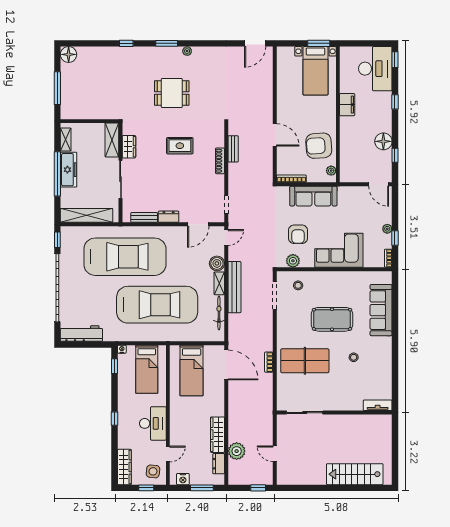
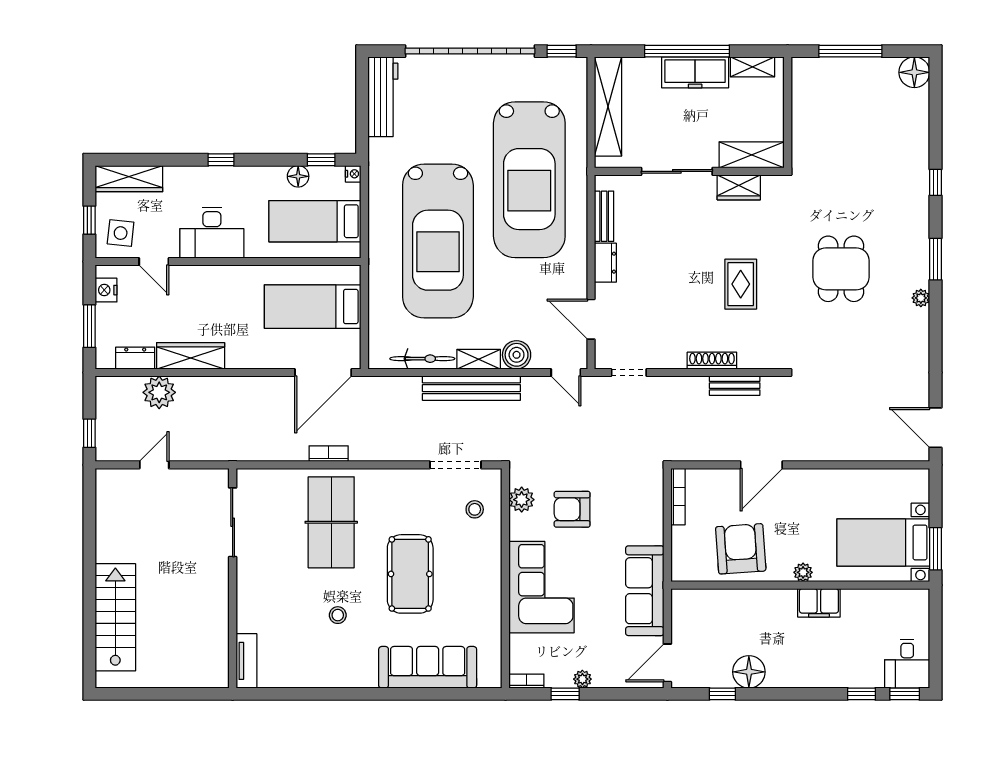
desk: (375, 69) -> (907, 664), width x0.53, depth x0.77
window: (395, 102) -> (862, 694), moved
plant: (331, 171) -> (803, 572), moved
sofa: (313, 196) -> (645, 591), moved
floor lamp: (123, 378) -> (298, 176), added

